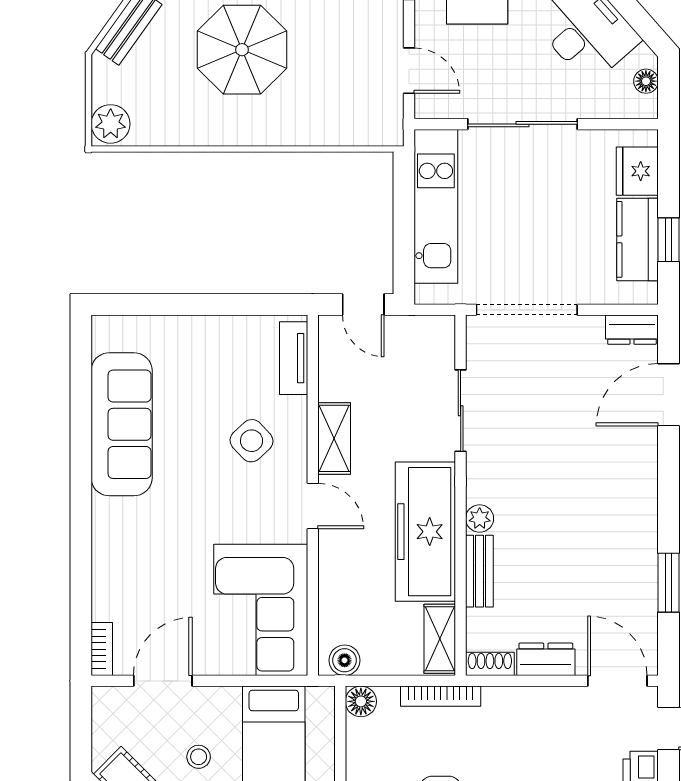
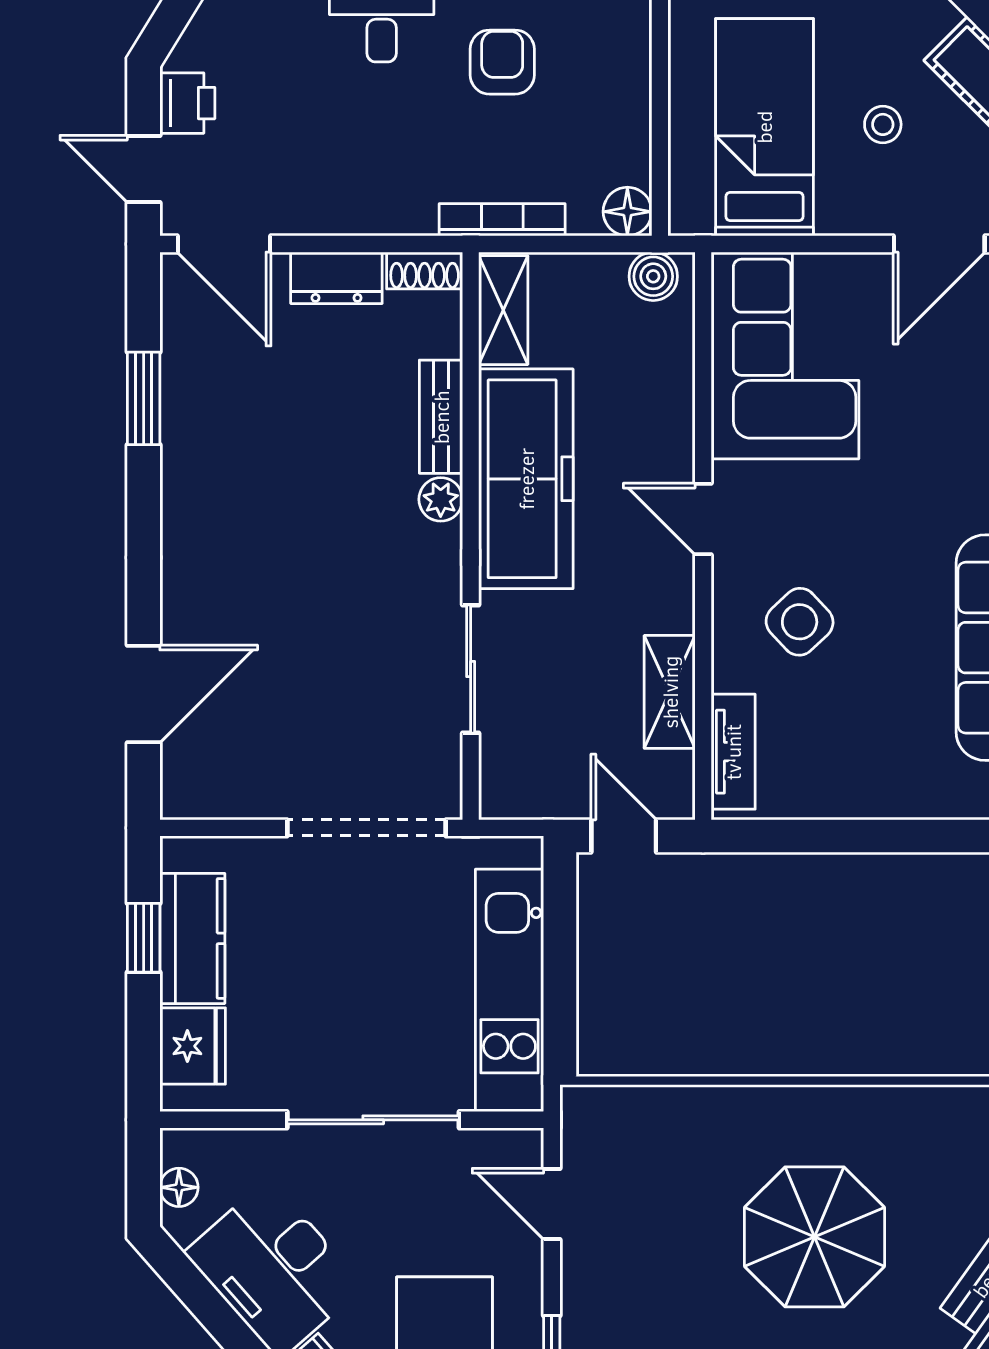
dresser: (632, 330) -> (201, 797), removed
shelving: (334, 438) -> (670, 692), moved

